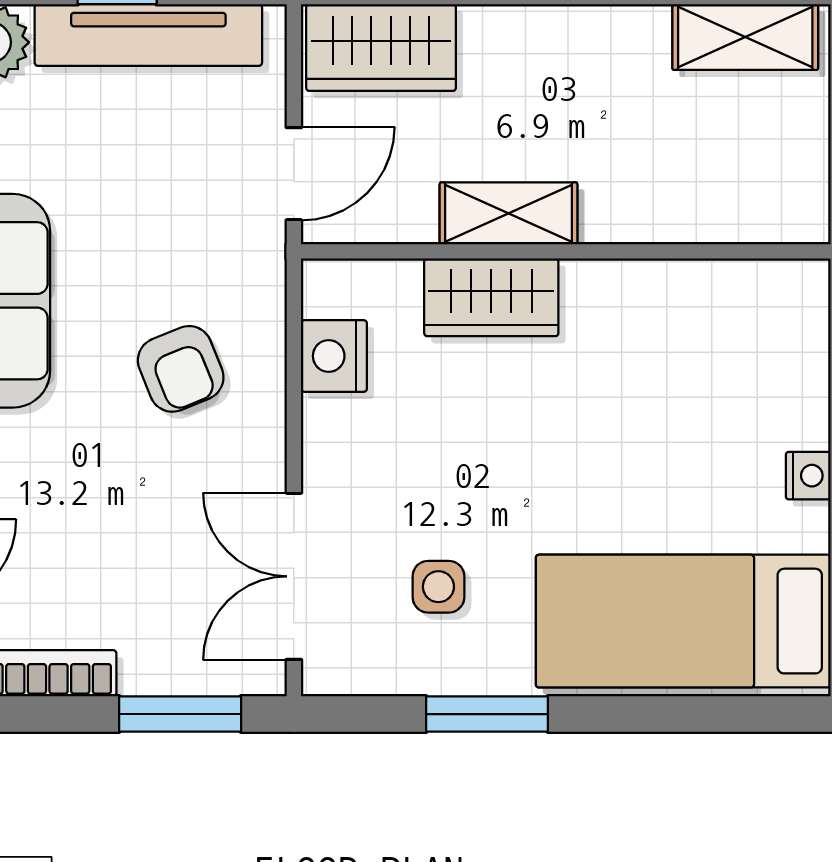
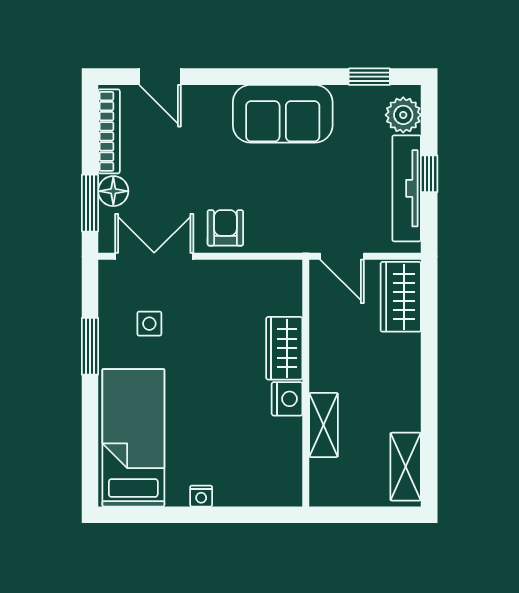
shelving: (509, 213) -> (323, 425), moved
nightstand: (334, 356) -> (287, 399), moved, turned 90
armchair: (181, 369) -> (225, 228), moved, turned 112
floor lamp: (154, 664) -> (113, 191), added

